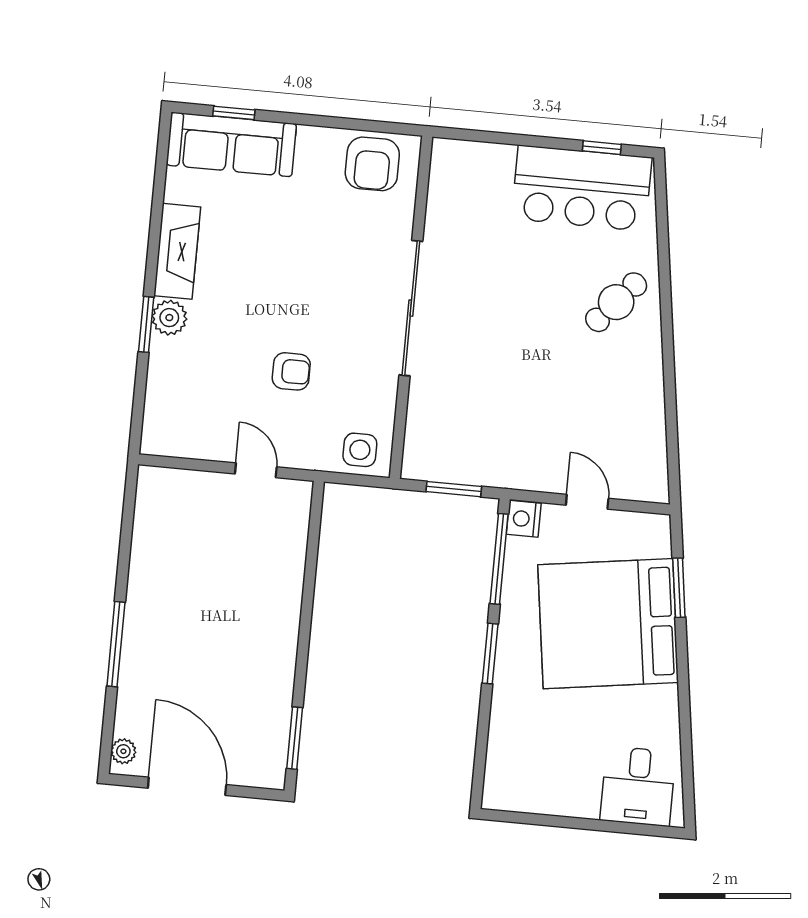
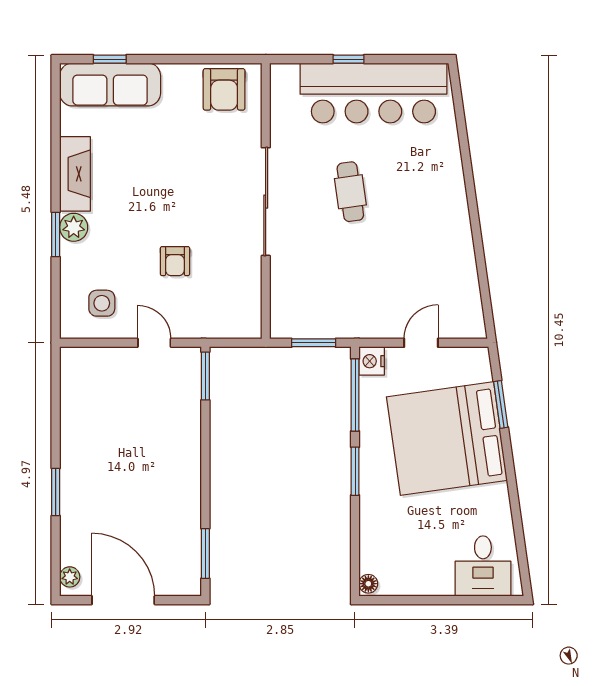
window: (602, 148) -> (348, 59), moved
bar counter: (582, 188) -> (373, 93), width x1.36
cafe table: (616, 302) -> (350, 192), moved, turned -49
armchair: (291, 371) -> (175, 261), turned 90
side table: (360, 450) -> (102, 303), moved
door: (587, 502) -> (421, 343), hinge flipped
window: (315, 518) -> (205, 376), added
window: (116, 644) -> (56, 492), width x0.69
floor lamp: (493, 795) -> (368, 584), added

